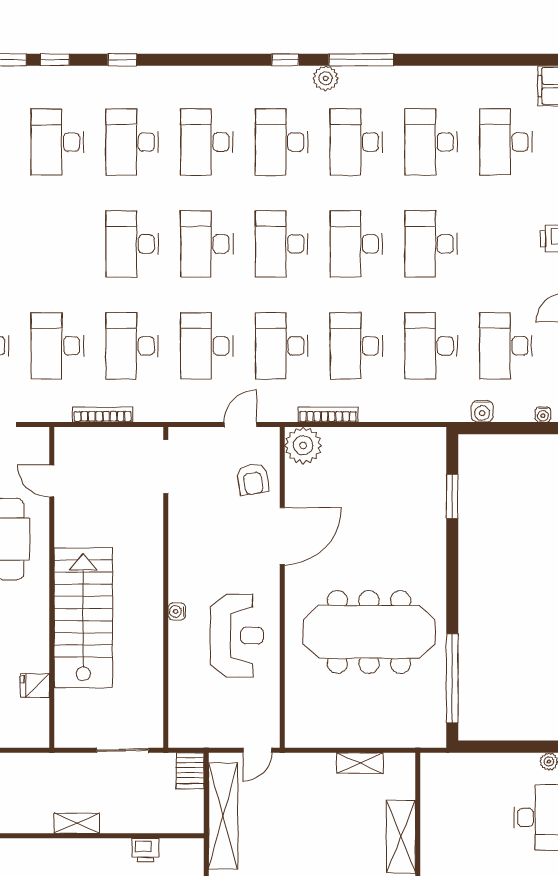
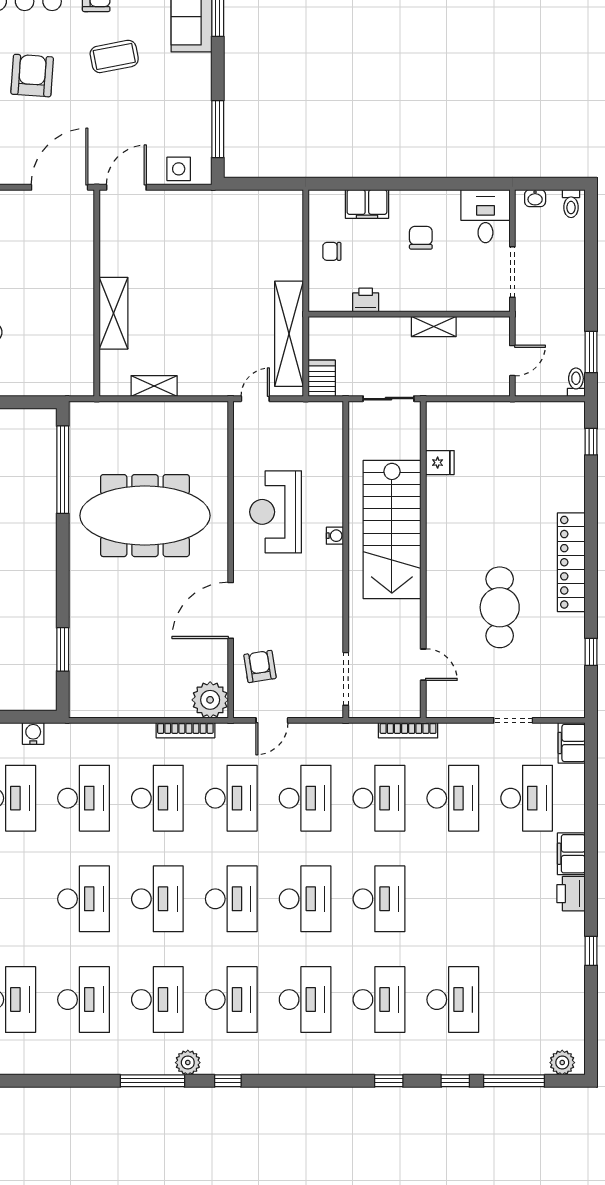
door: (52, 481) -> (423, 665), moved
wall: (52, 587) -> (423, 560), moved
stairs: (83, 618) -> (392, 530), moved
fridge: (35, 686) -> (440, 463), moved

